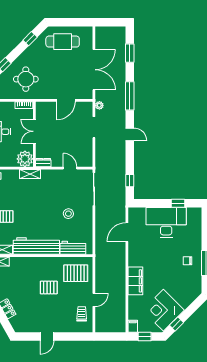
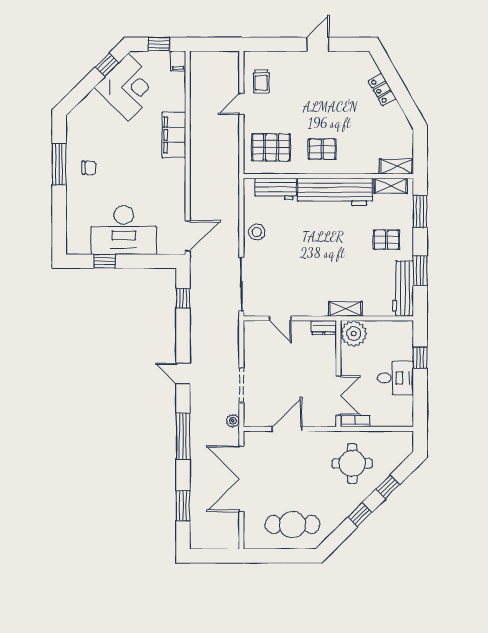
window: (30, 39) -> (360, 515), moved
double door: (34, 131) -> (338, 396), moved
stool: (68, 214) -> (257, 232), moved
door: (127, 232) -> (188, 236), moved
pallet: (49, 287) -> (322, 149), moved

